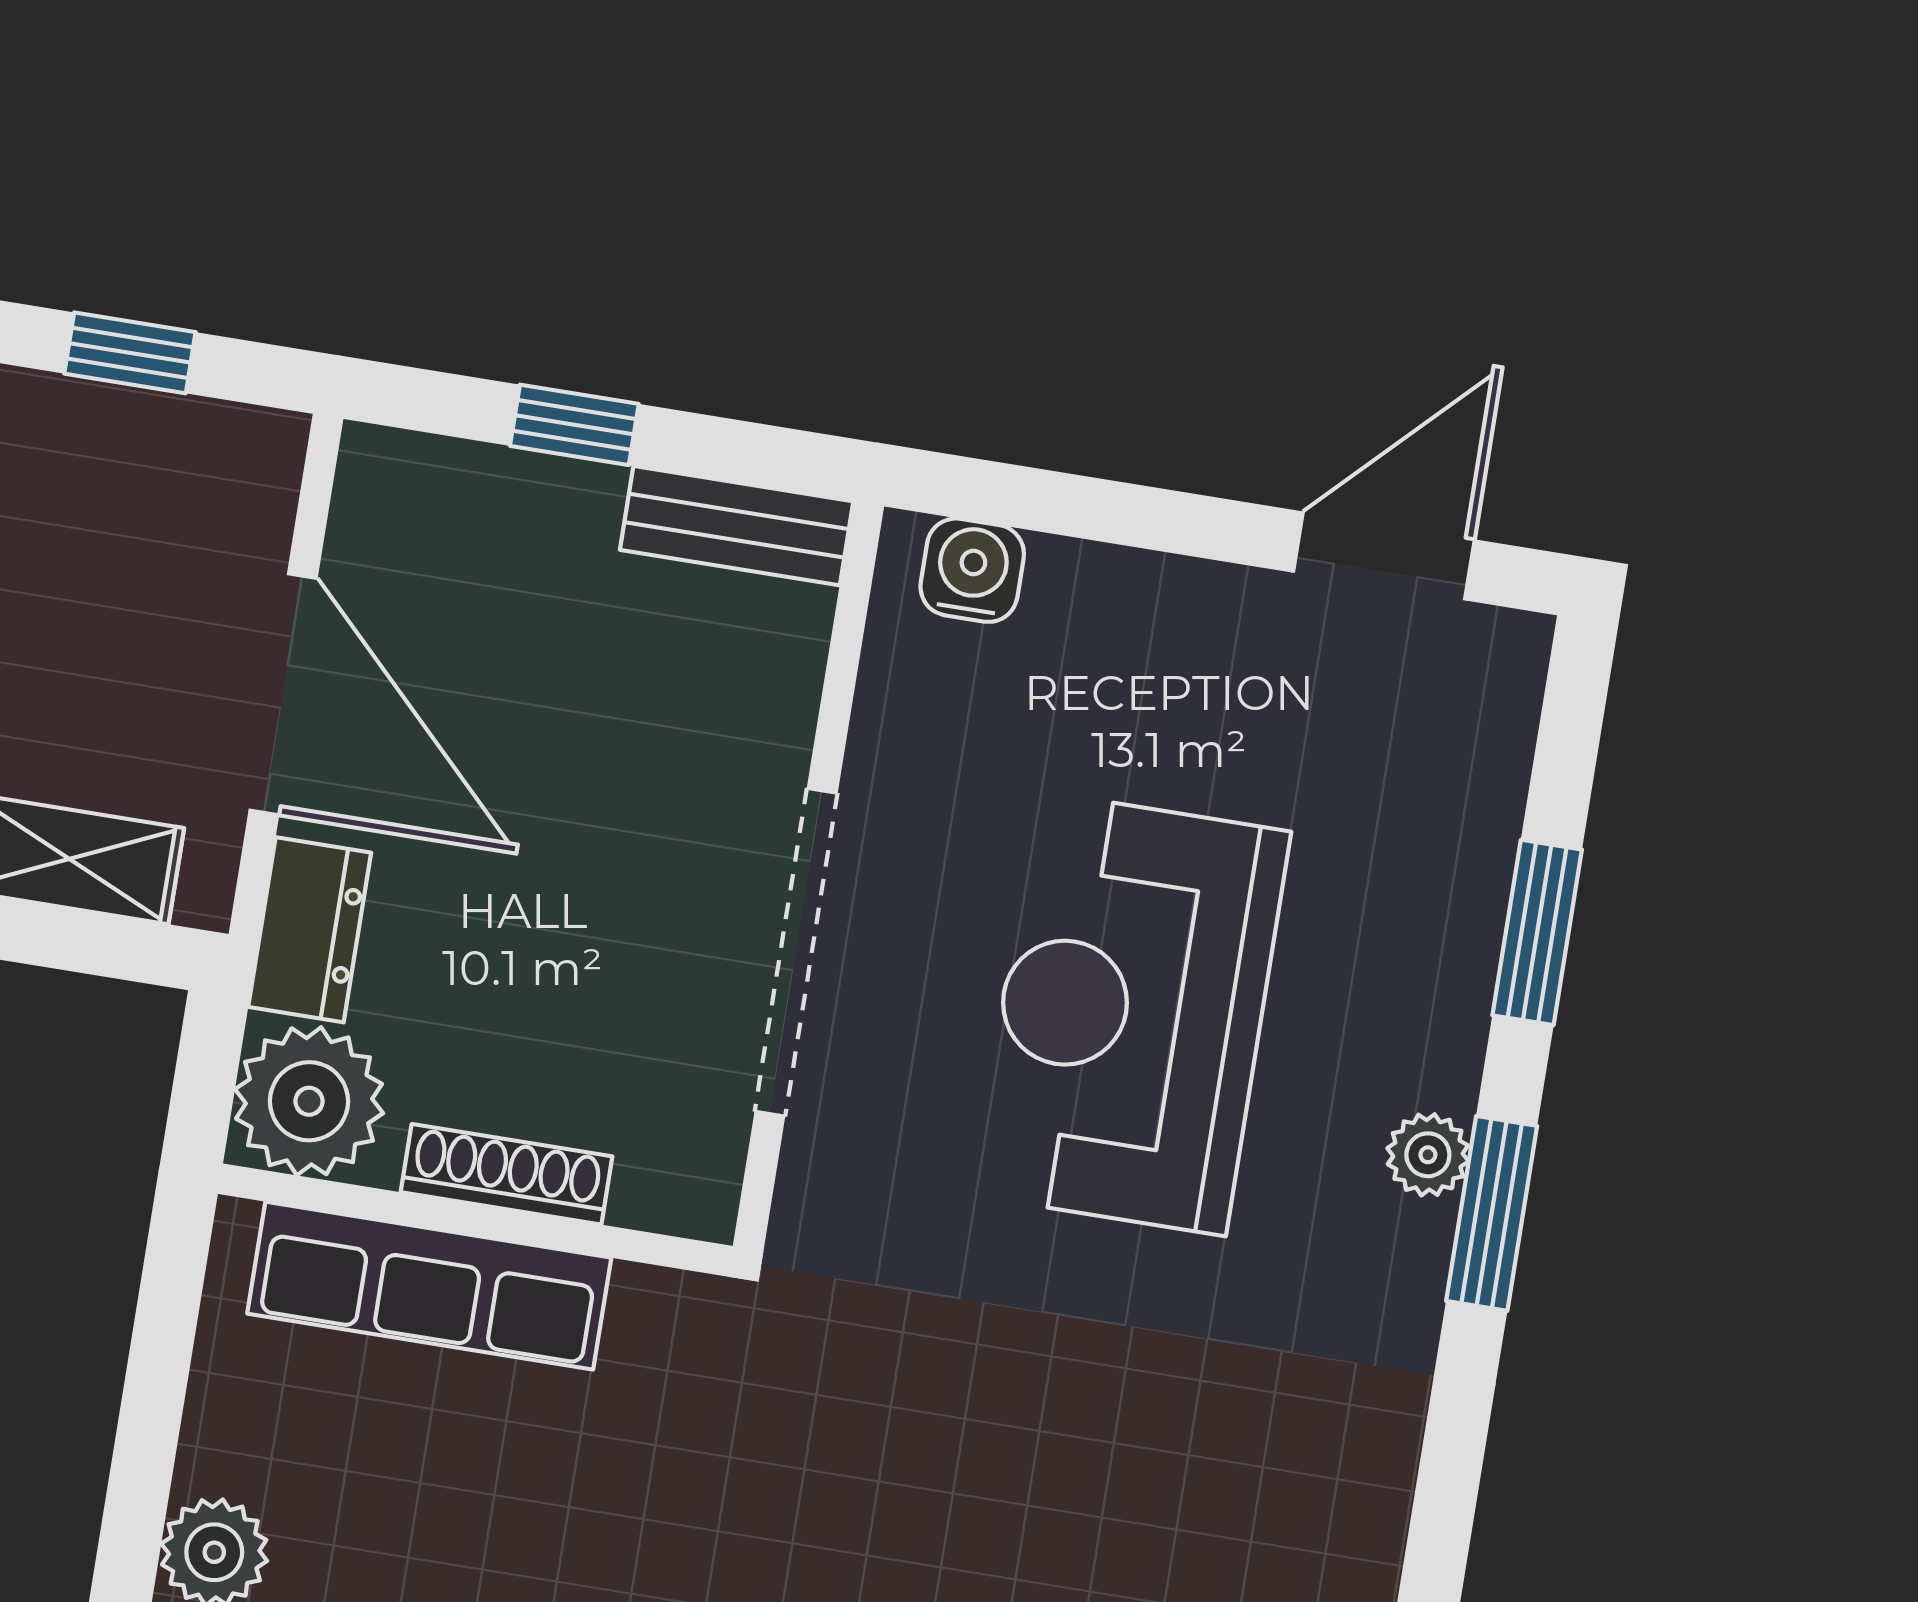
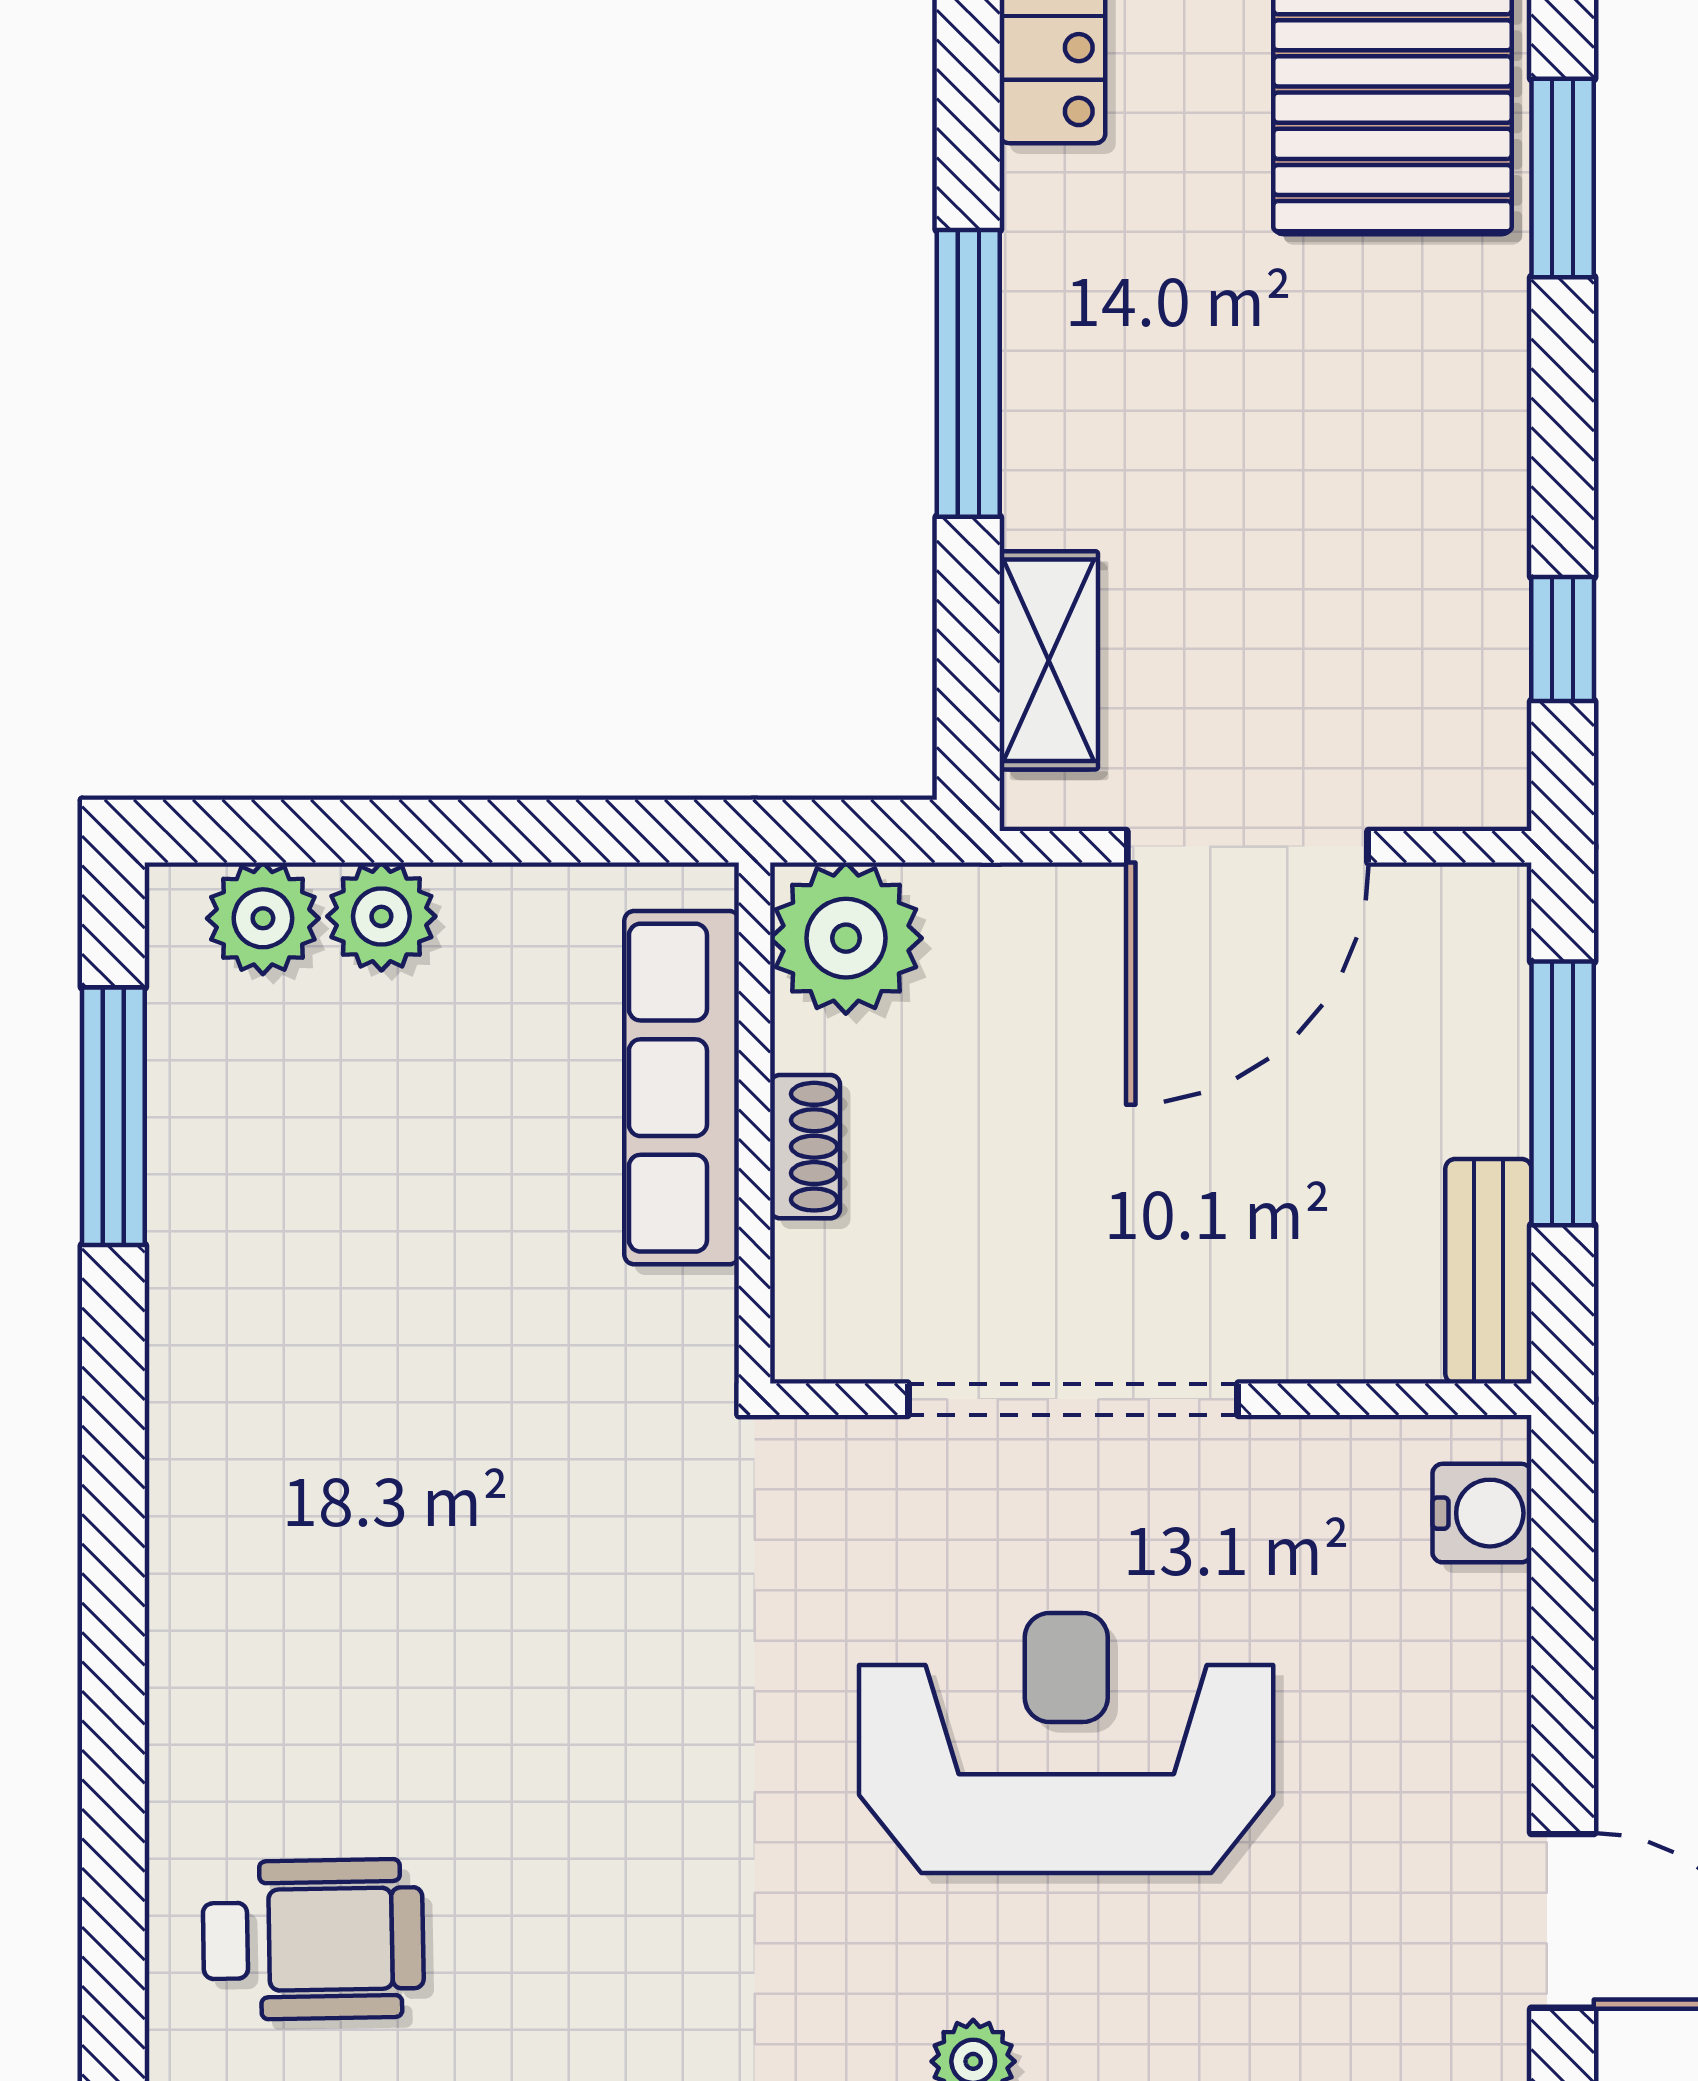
window: (574, 425) -> (1563, 1093), width x2.17
dresser: (310, 930) -> (1017, 911), removed
shoe rack: (507, 1174) -> (805, 1147), width x0.70

